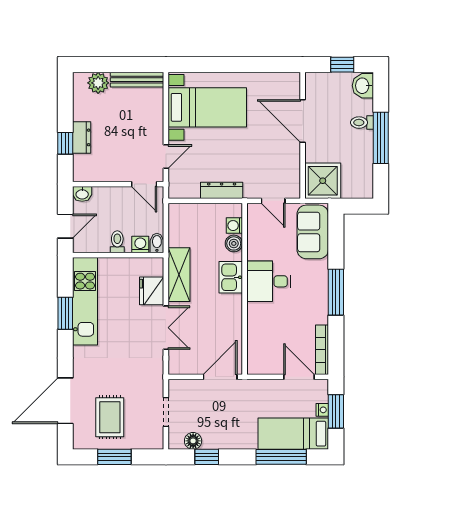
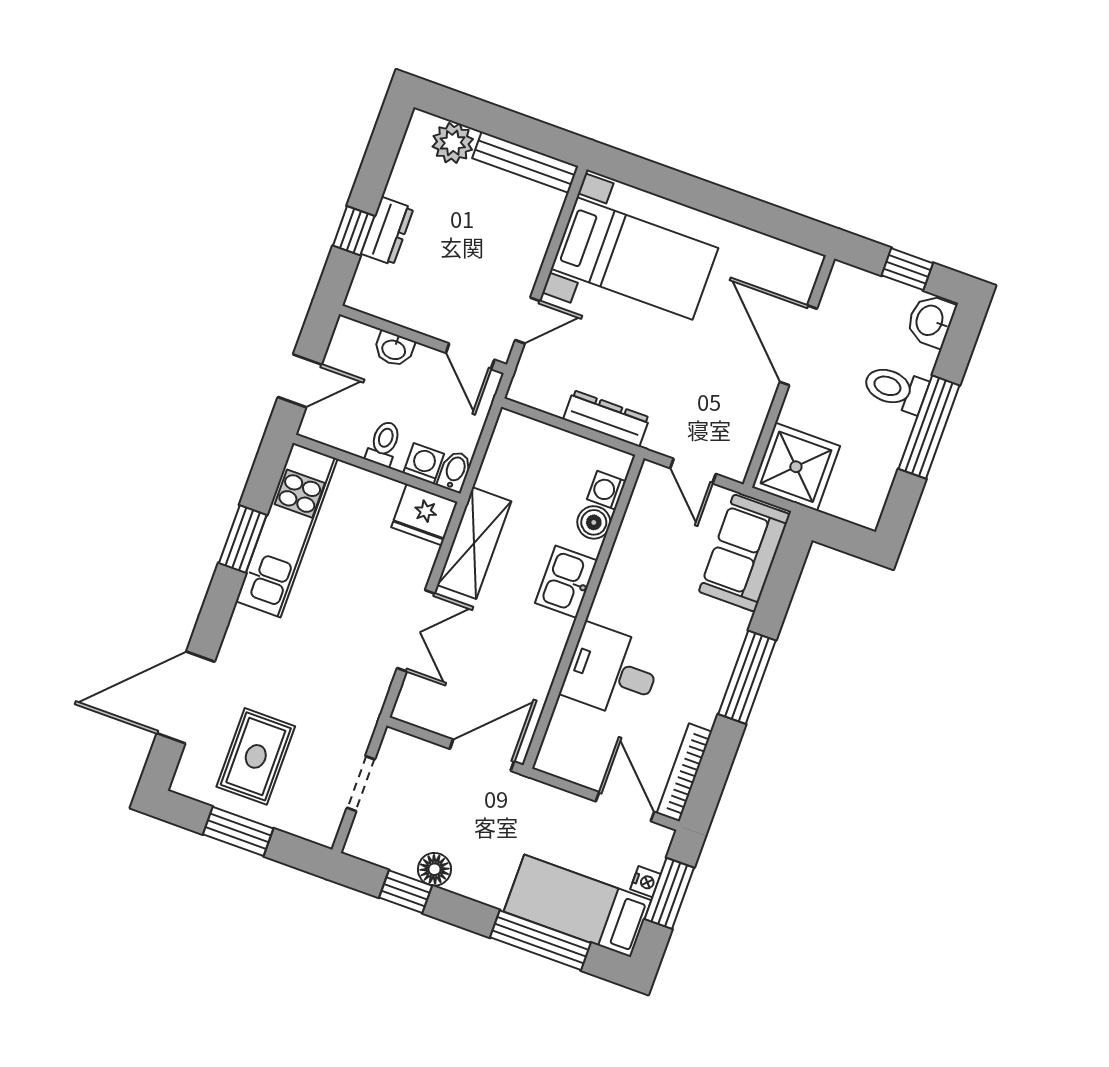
toilet: (362, 123) -> (895, 389), width x1.37, depth x1.39
washbasin: (82, 194) -> (394, 349), moved
desk: (269, 281) -> (612, 672), moved
fridge: (152, 291) -> (424, 515), moved, turned -90
floor lamp: (193, 441) -> (434, 869), moved

